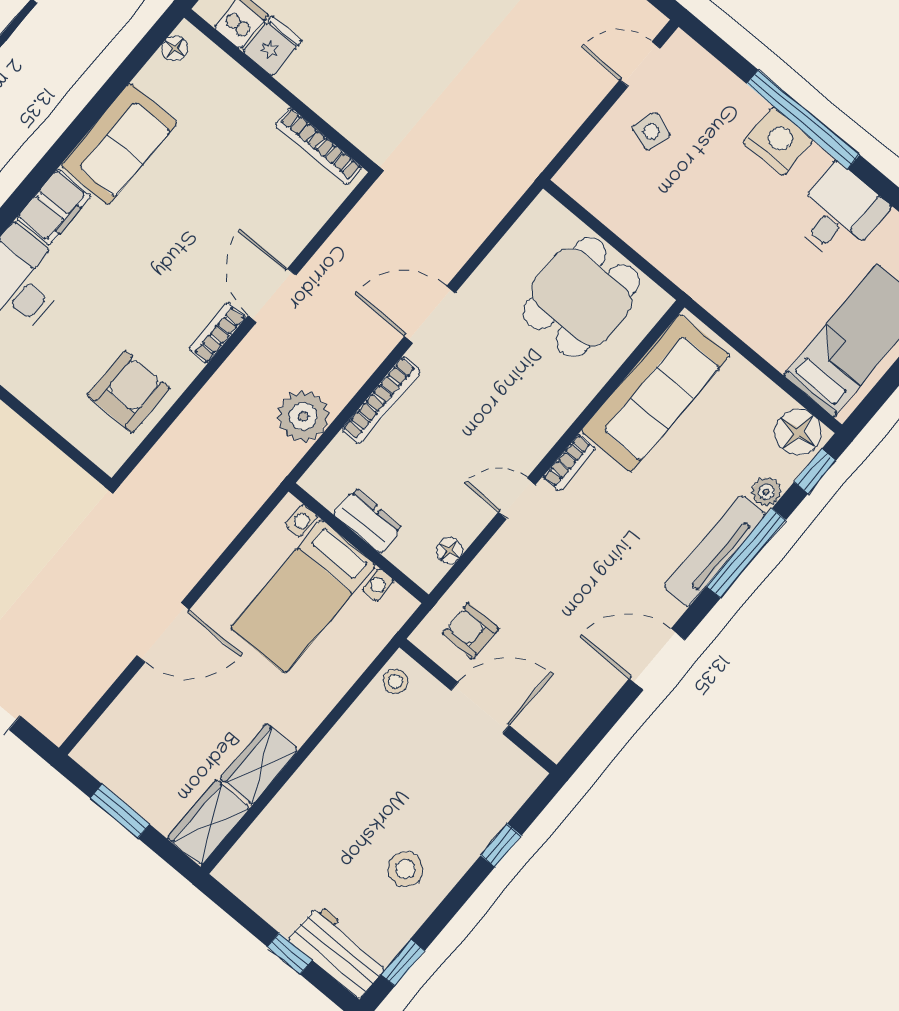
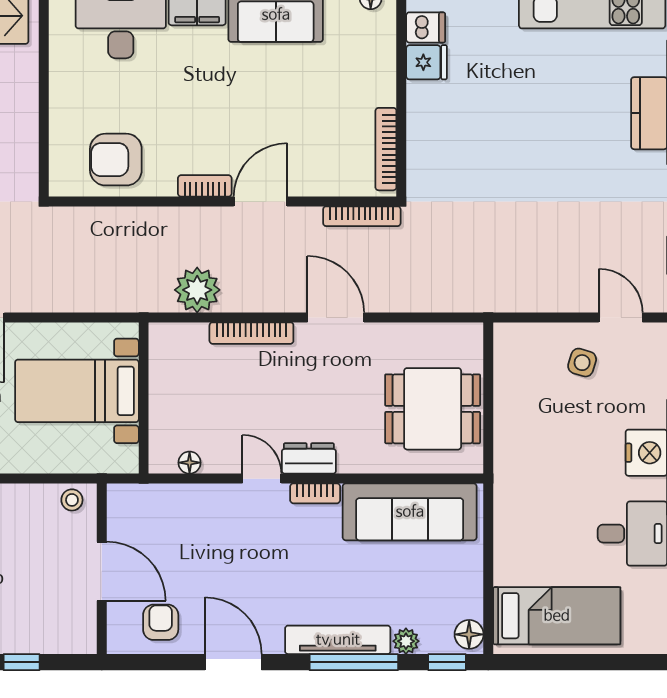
bookcase: (360, 217) -> (362, 216), added
armchair: (129, 392) -> (116, 160), turned 180
floor lamp: (798, 432) -> (469, 634), width x0.73, depth x0.73
dresser: (368, 521) -> (309, 458), moved, turned -90
armchair: (470, 631) -> (161, 622), moved

